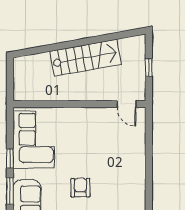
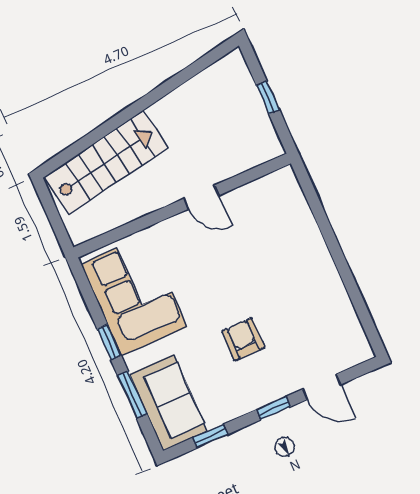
stairs: (85, 58) -> (106, 163), moved
door: (127, 104) -> (201, 197), moved

